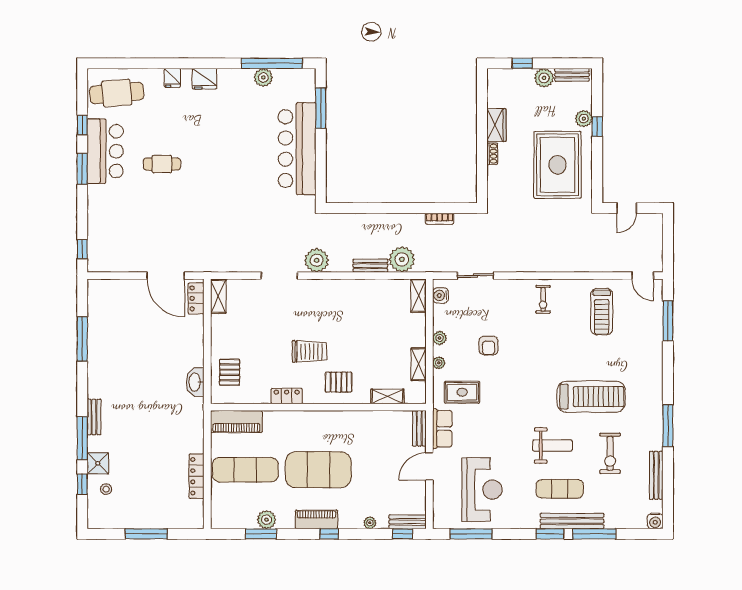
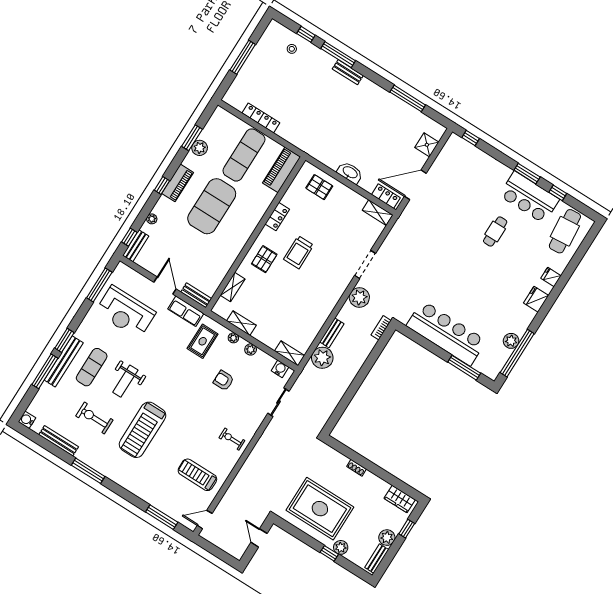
wardrobe: (496, 125) -> (400, 499), moved
bookcase: (440, 219) -> (381, 328), moved
washbasin: (195, 382) -> (350, 173), moved
shower: (98, 463) -> (427, 145), moved

